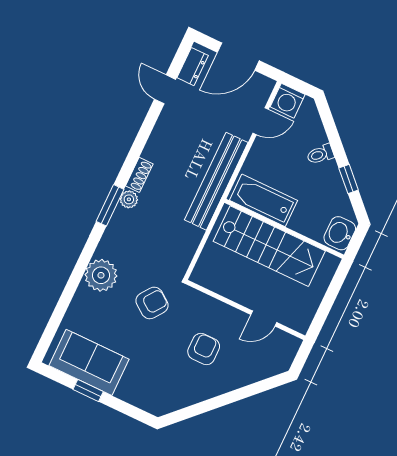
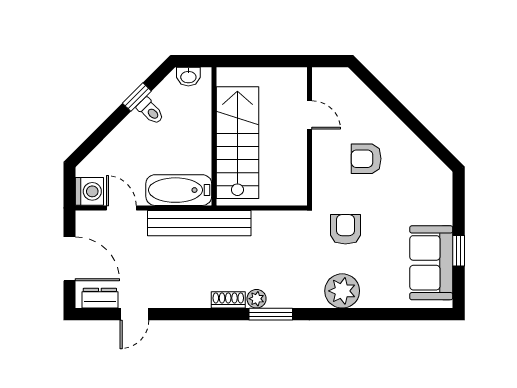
toilet: (320, 154) -> (150, 111), moved
bathtub: (264, 200) -> (179, 190), moved, turned 90
washbasin: (340, 233) -> (188, 77), width x0.72, depth x0.69
armchair: (152, 303) -> (345, 229), turned 54

